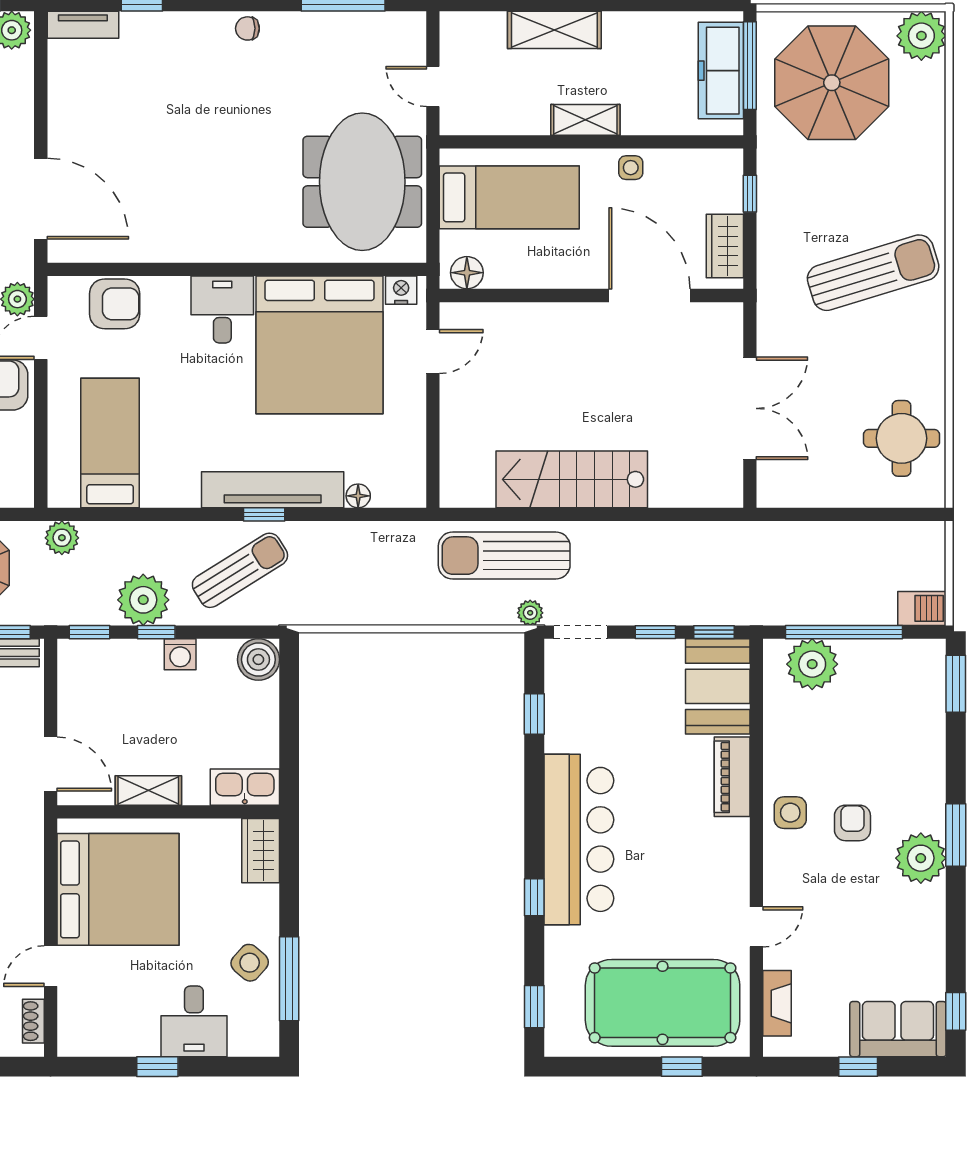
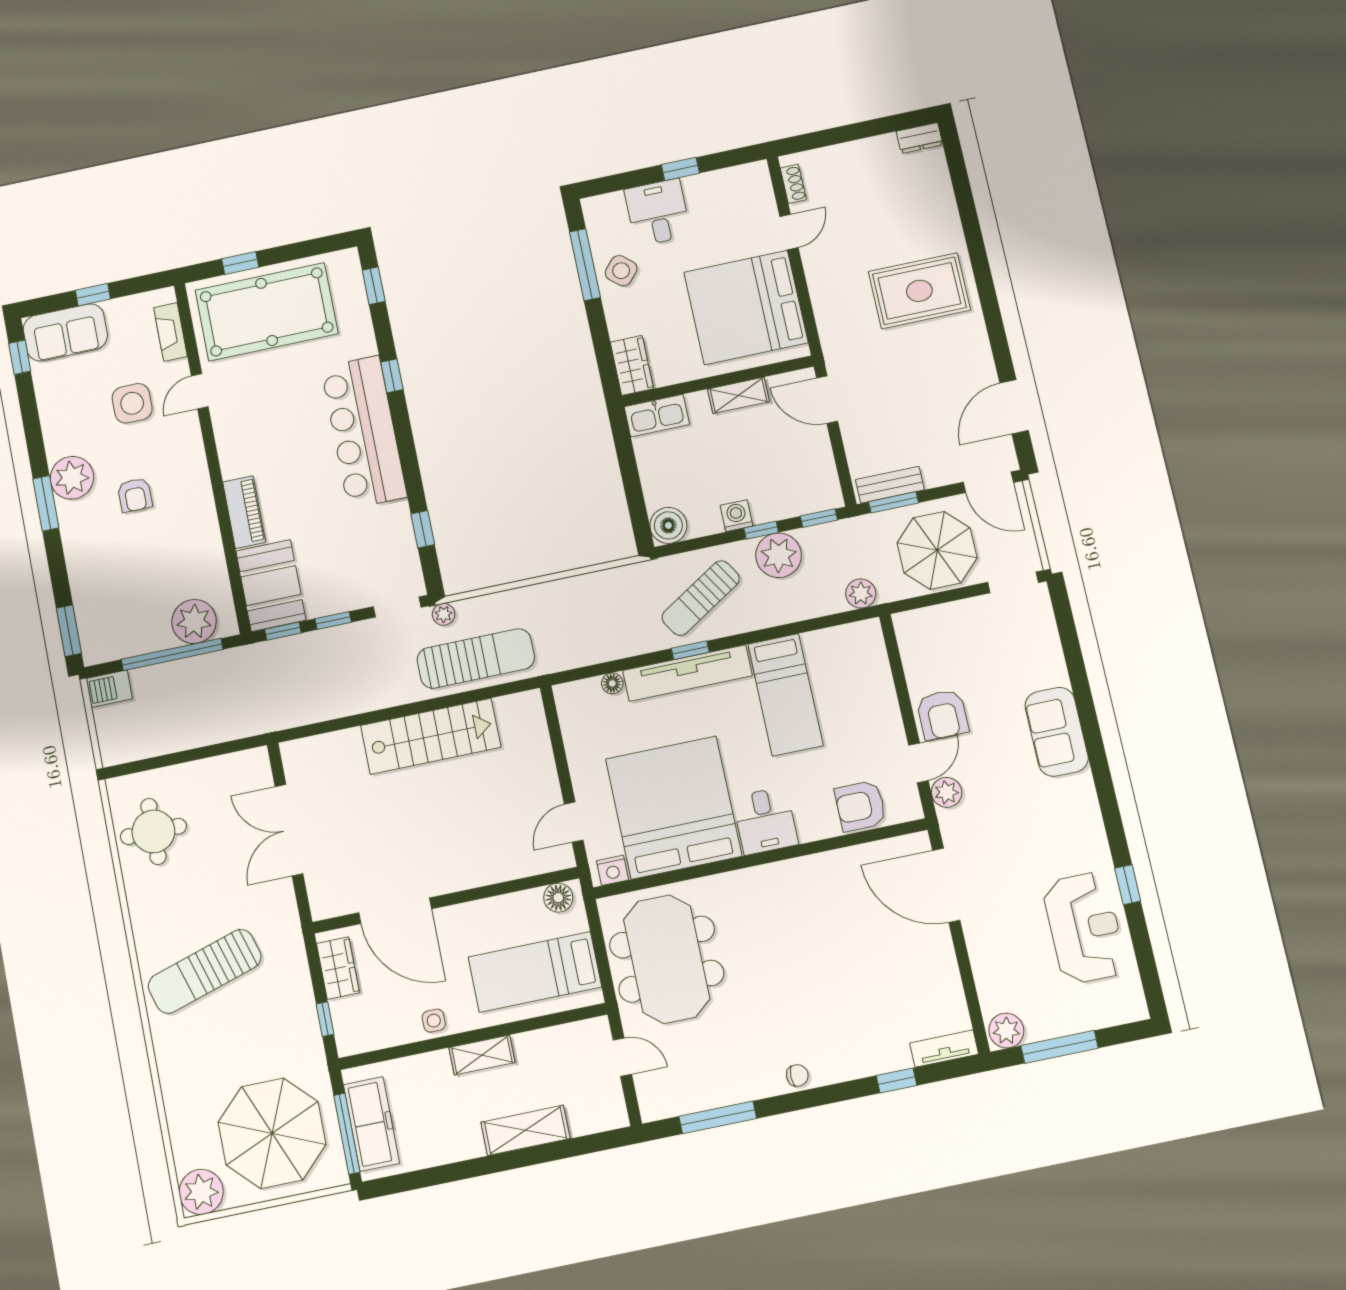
bed: (110, 443) -> (785, 695), moved
side table: (790, 813) -> (132, 403), moved, width x1.37, depth x1.37

